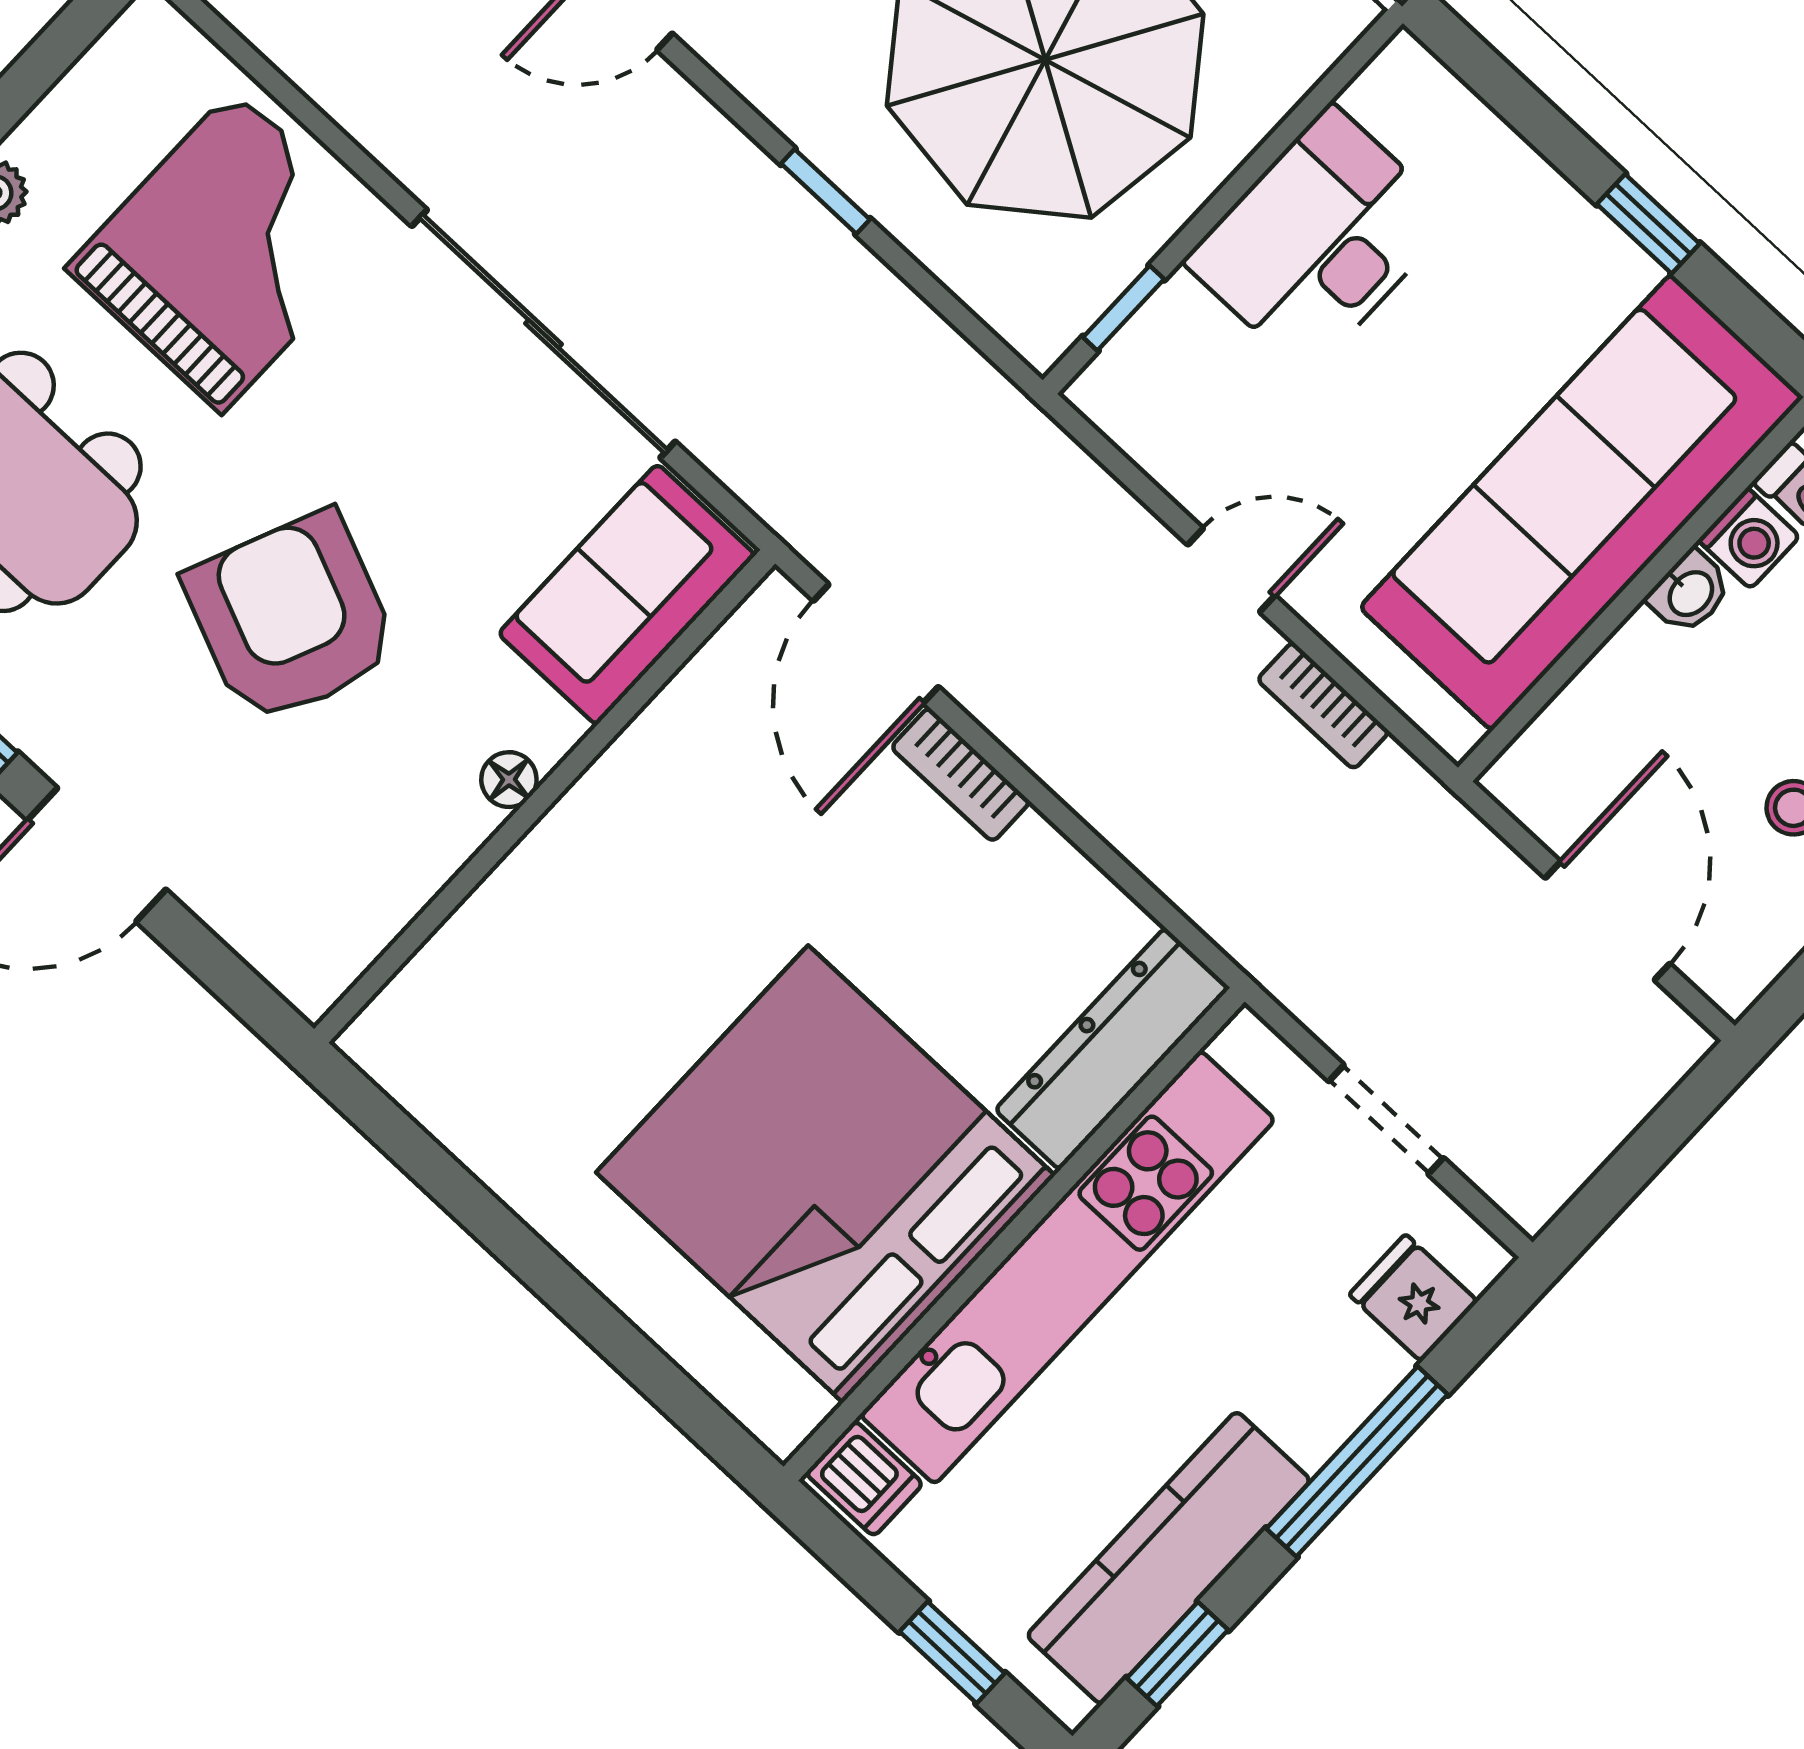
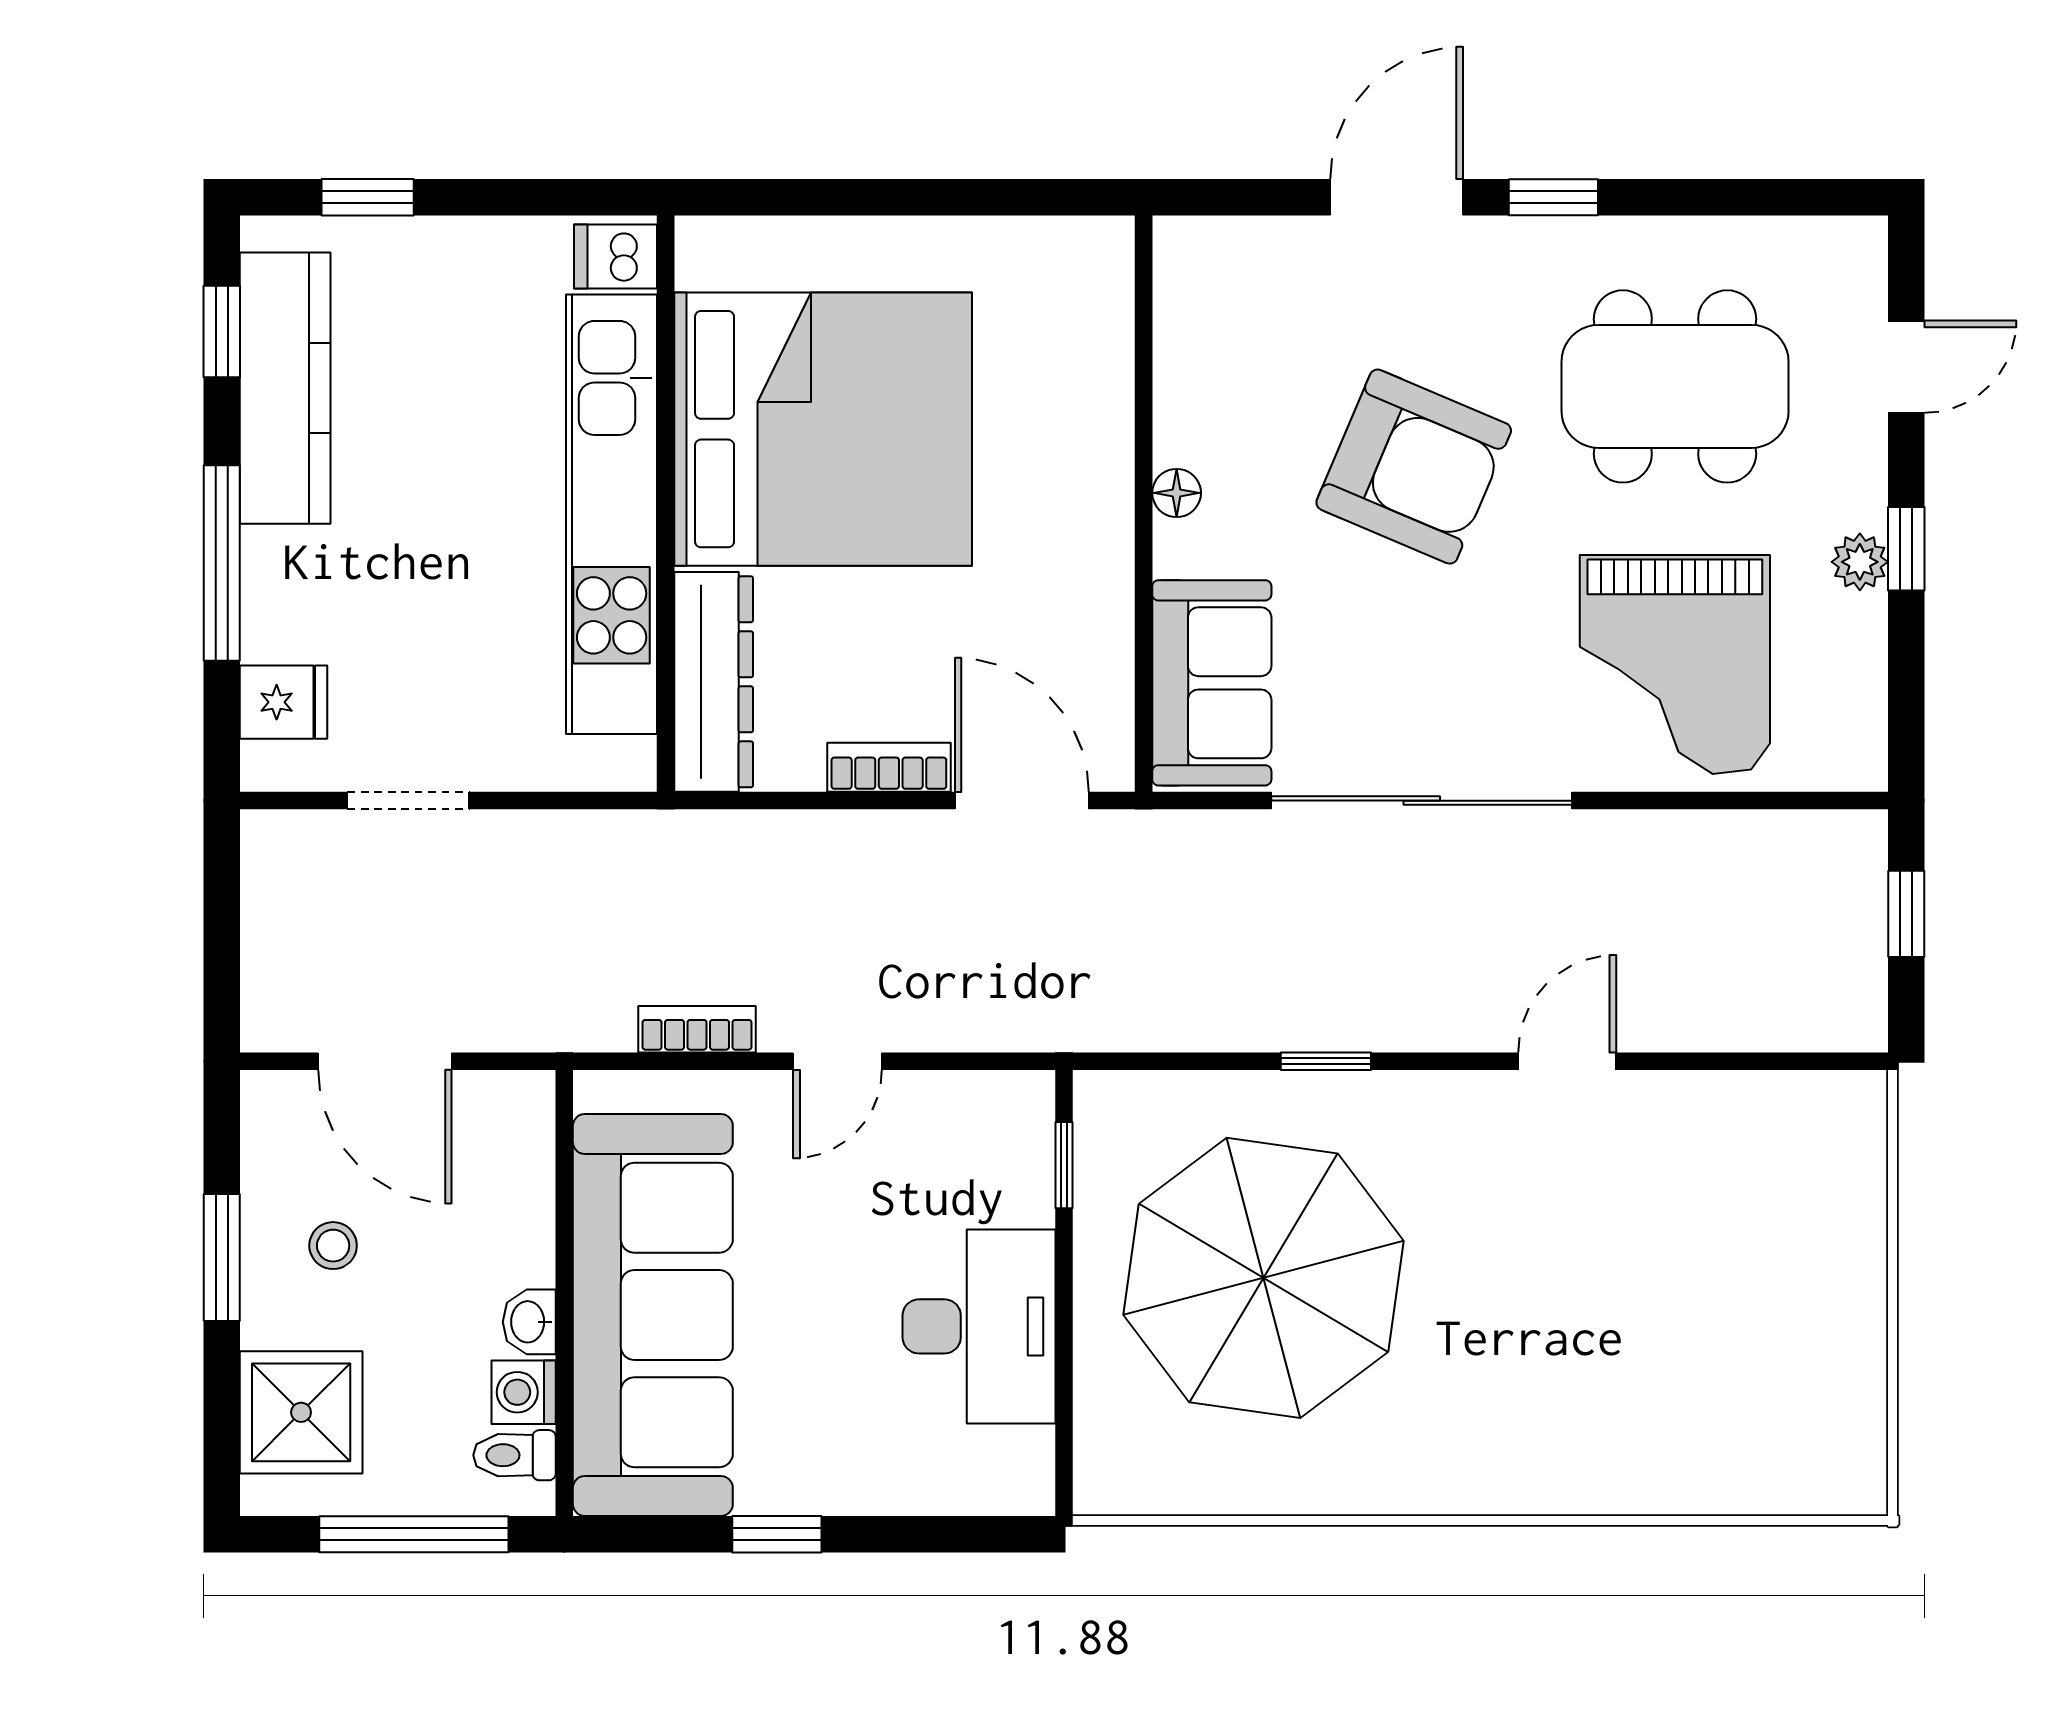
dresser: (1112, 1049) -> (714, 682), moved
bed: (826, 1174) -> (823, 429), moved
wall: (1014, 1234) -> (666, 504), moved
kitchen unit: (1067, 1267) -> (612, 514), moved
dishwasher: (864, 1478) -> (616, 256), moved

